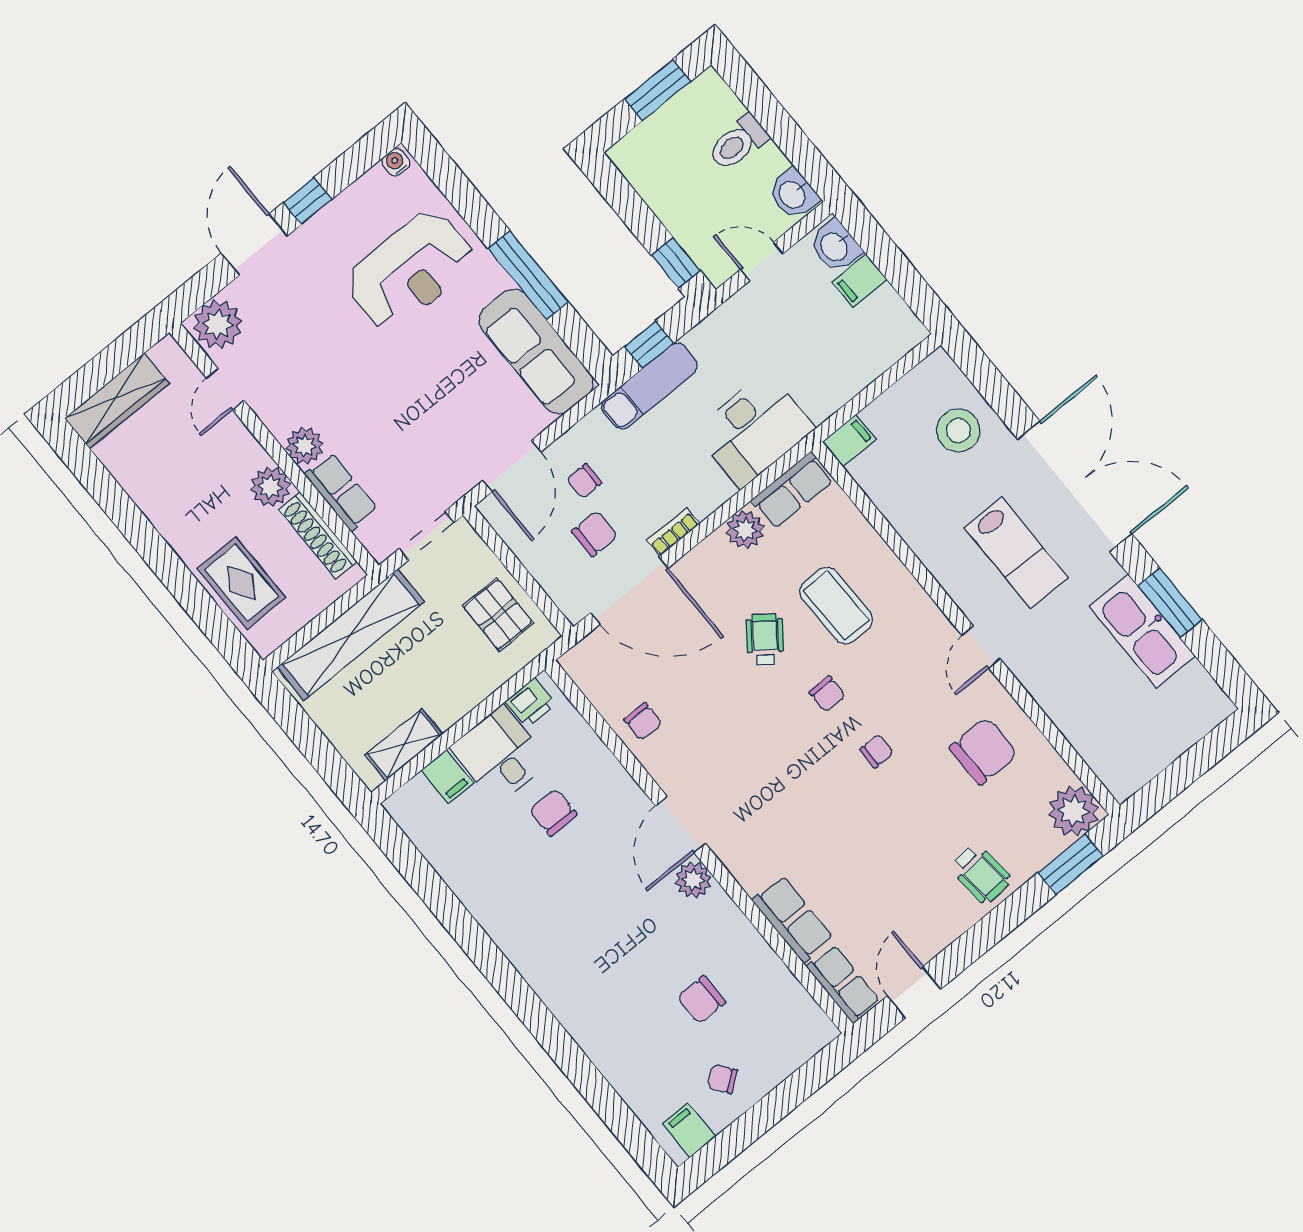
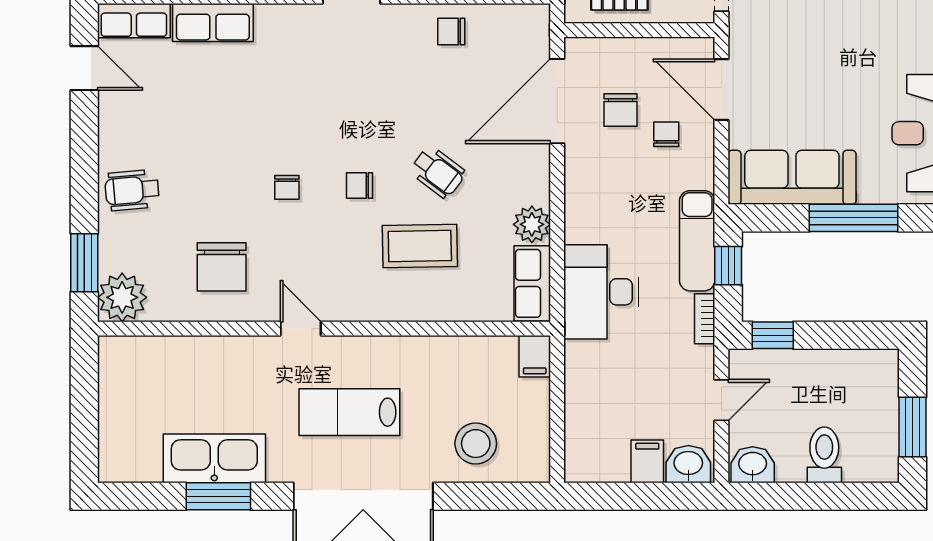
bookcase: (673, 532) -> (705, 319), moved, turned 180

